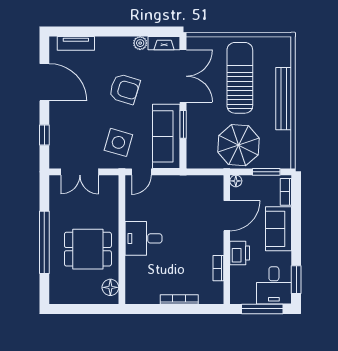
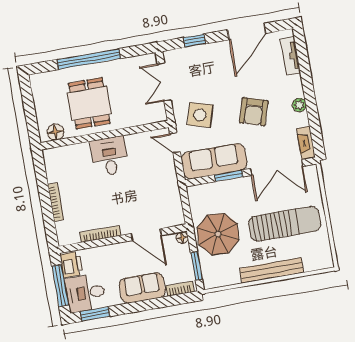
plant: (140, 43) -> (299, 105), moved
printer: (240, 253) -> (71, 265), moved, turned -90
bookcase: (218, 268) -> (100, 234), width x1.56

